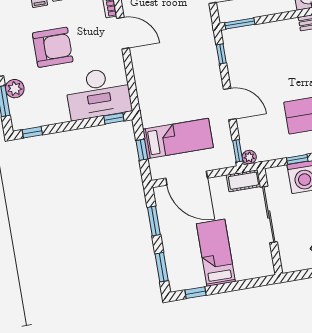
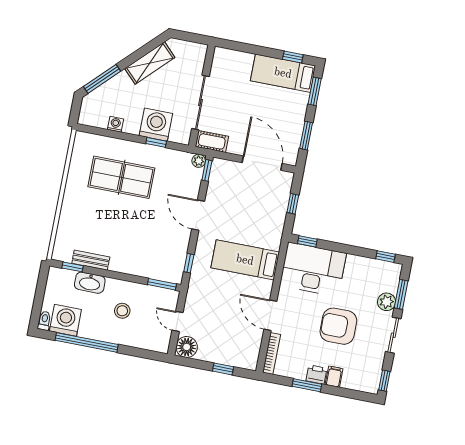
bed: (178, 138) -> (245, 260), moved
bed: (216, 253) -> (283, 73), moved, turned 90

